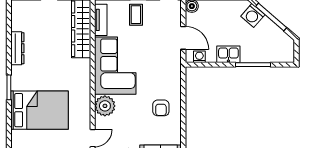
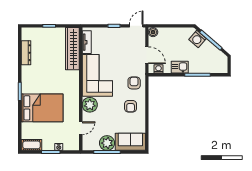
coffee table: (136, 15) -> (112, 38), removed
dresser: (17, 48) -> (26, 53), moved
armchair: (166, 76) -> (134, 83), added

